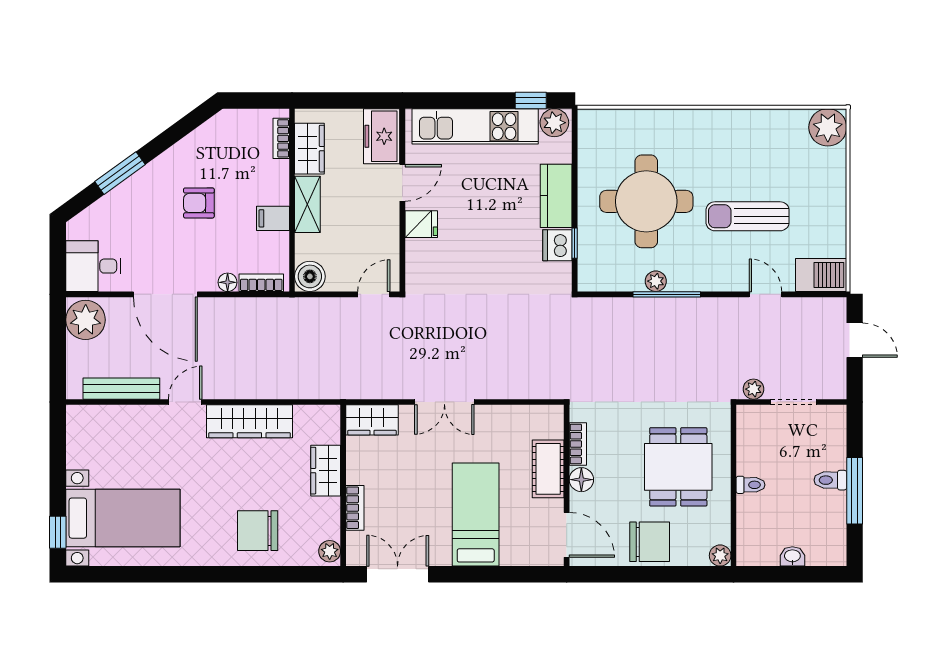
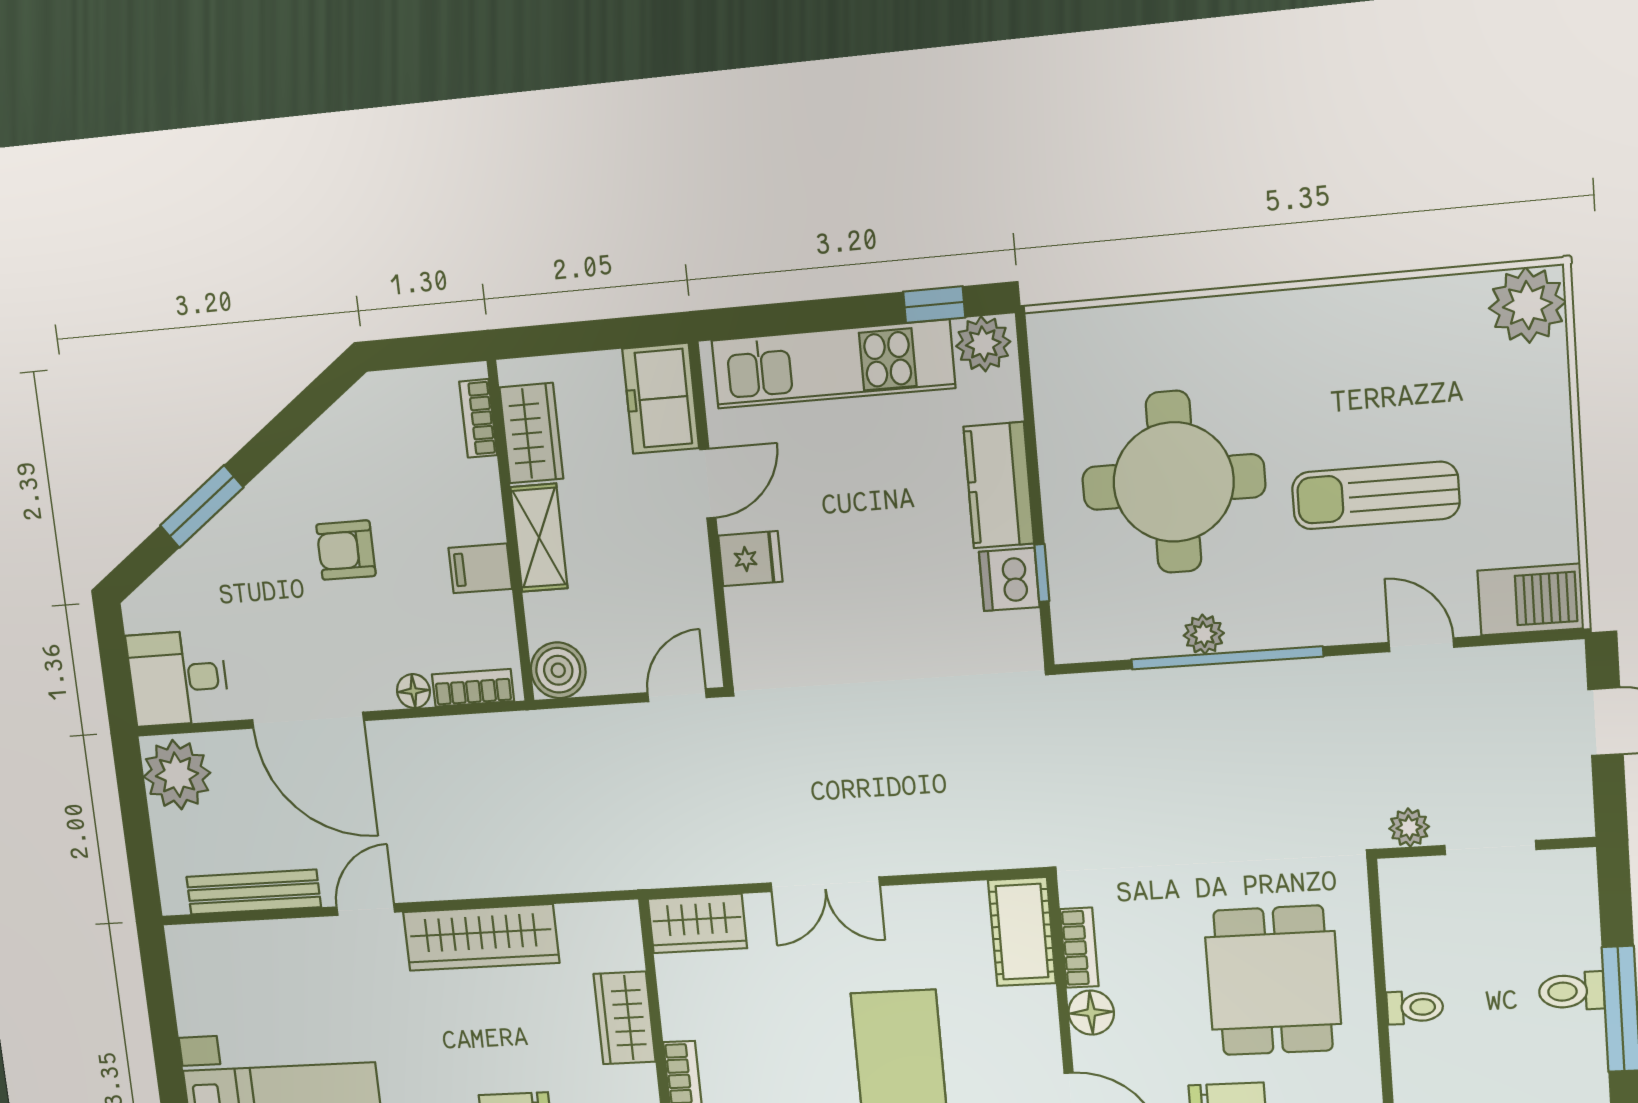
window: (667, 294) -> (1227, 658), width x1.46
cot: (548, 469) -> (1022, 932), moved

